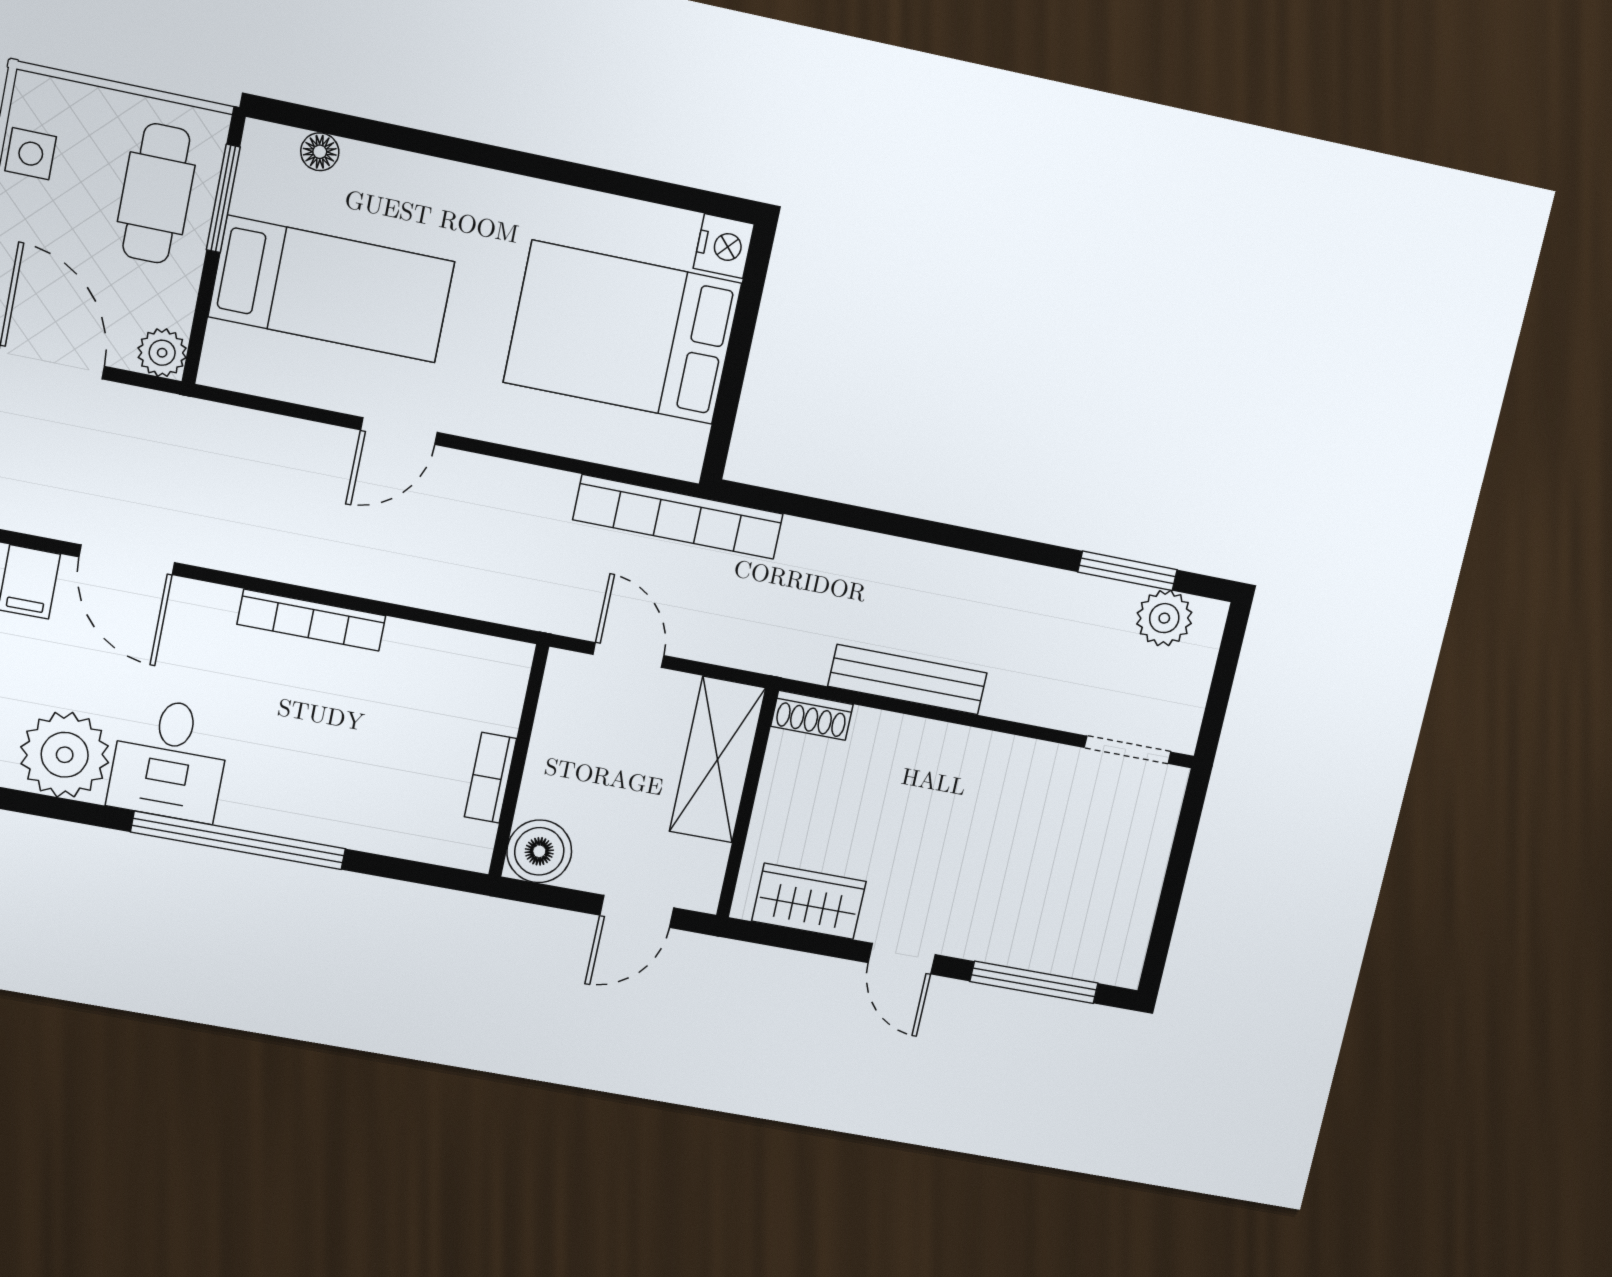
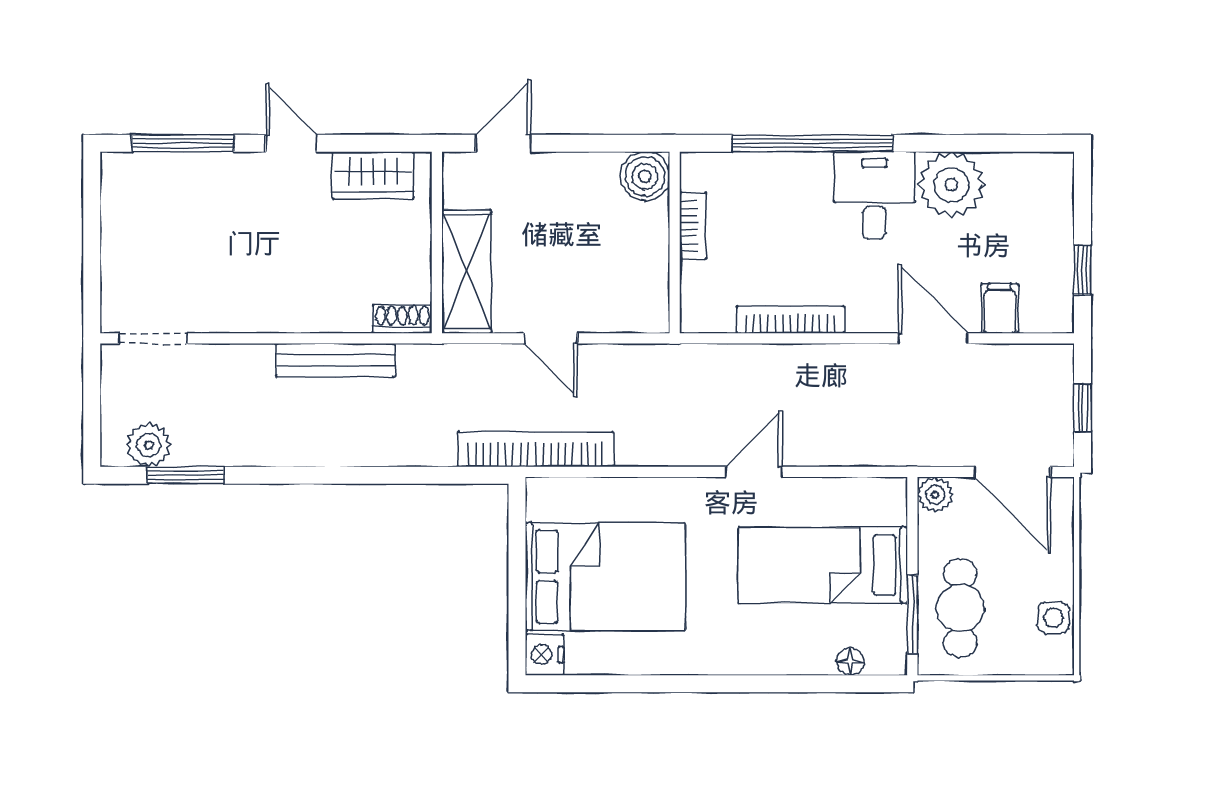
wall: (519, 761) -> (675, 243), moved
bookcase: (491, 778) -> (693, 226), moved
boiler: (539, 851) -> (645, 176), moved

